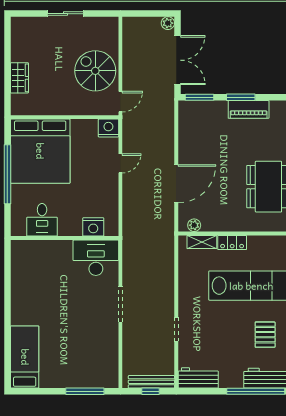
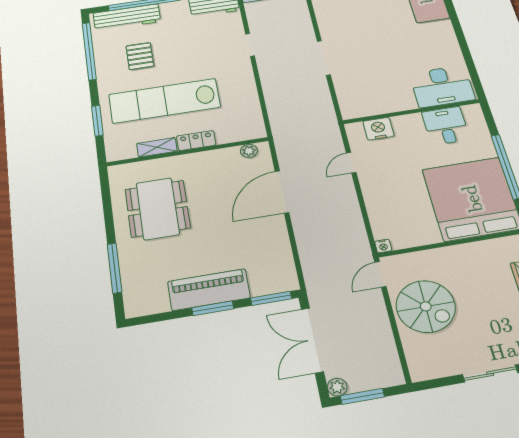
window: (153, 14) -> (362, 396), added
piano: (249, 109) -> (209, 290), width x1.37, depth x1.33
nightstand: (108, 128) -> (383, 246), width x0.53, depth x0.56
door: (120, 163) -> (351, 163), moved
shelving: (202, 242) -> (157, 147), moved
desk: (96, 258) -> (442, 86), moved

